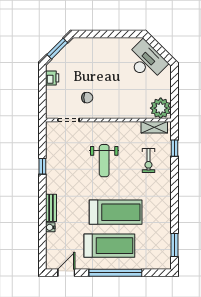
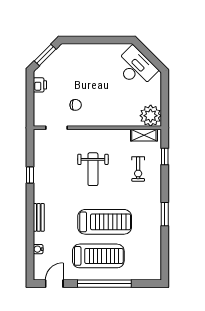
water cooler: (50, 227) -> (38, 249), moved
window: (174, 245) -> (165, 214), moved

